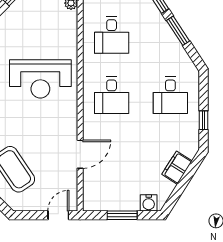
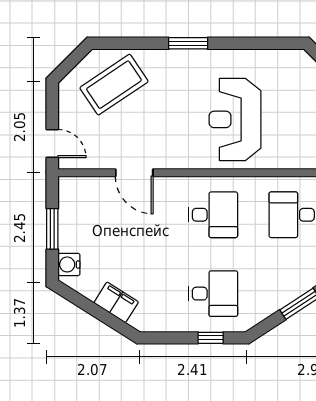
desk: (112, 95) -> (213, 215), turned 180
desk: (170, 95) -> (213, 294), turned 180
window: (203, 120) -> (211, 338), moved

